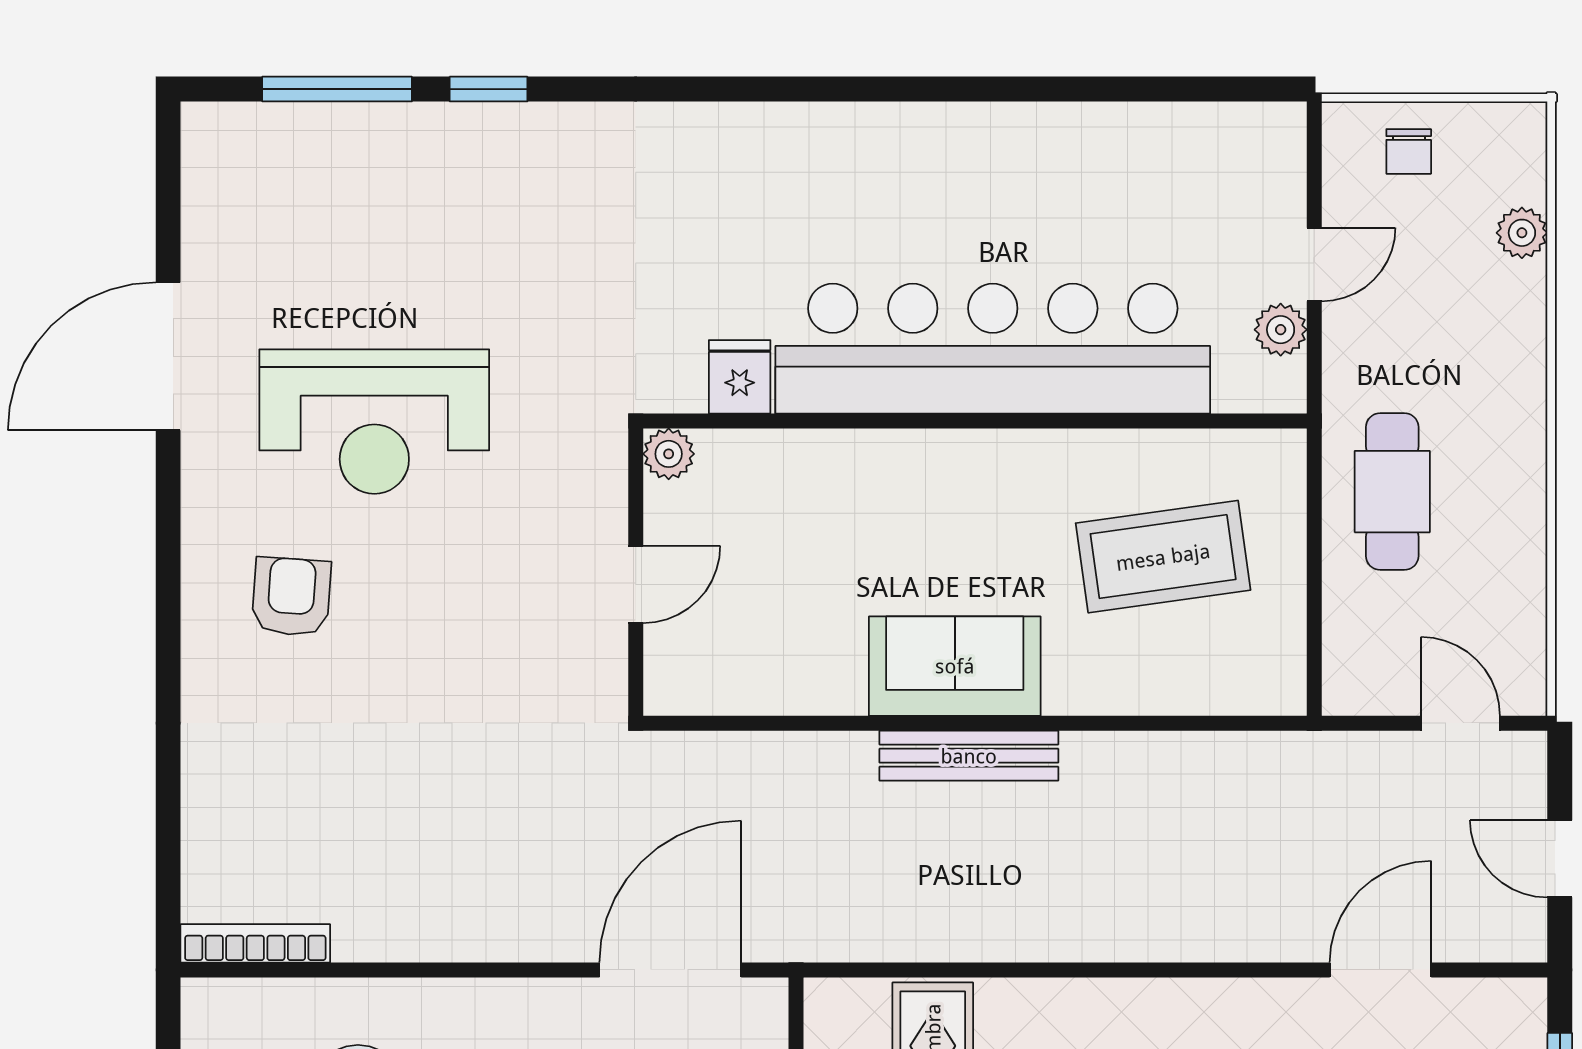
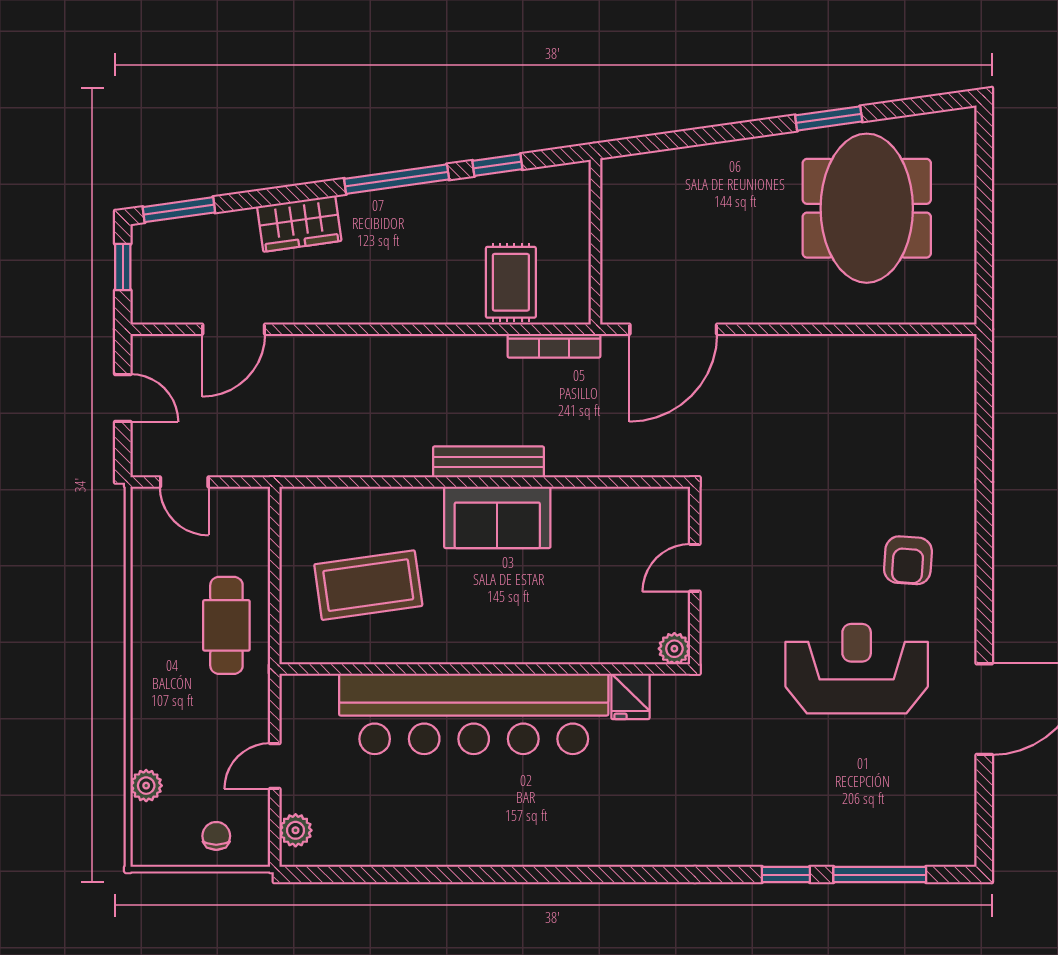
plant: (1281, 330) -> (296, 830), moved
bookcase: (255, 943) -> (554, 346), moved

